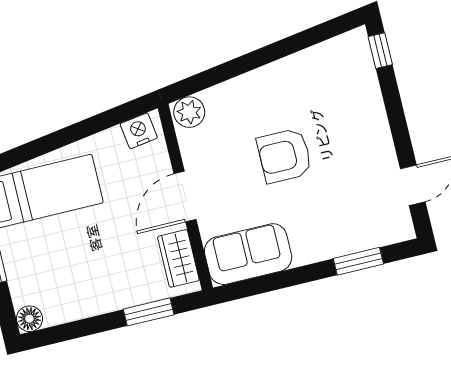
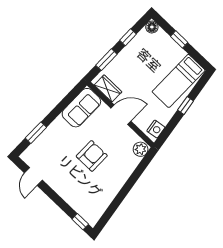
window: (59, 139) -> (186, 106), added
door: (185, 197) -> (121, 115), hinge flipped
window: (84, 328) -> (128, 37), added

